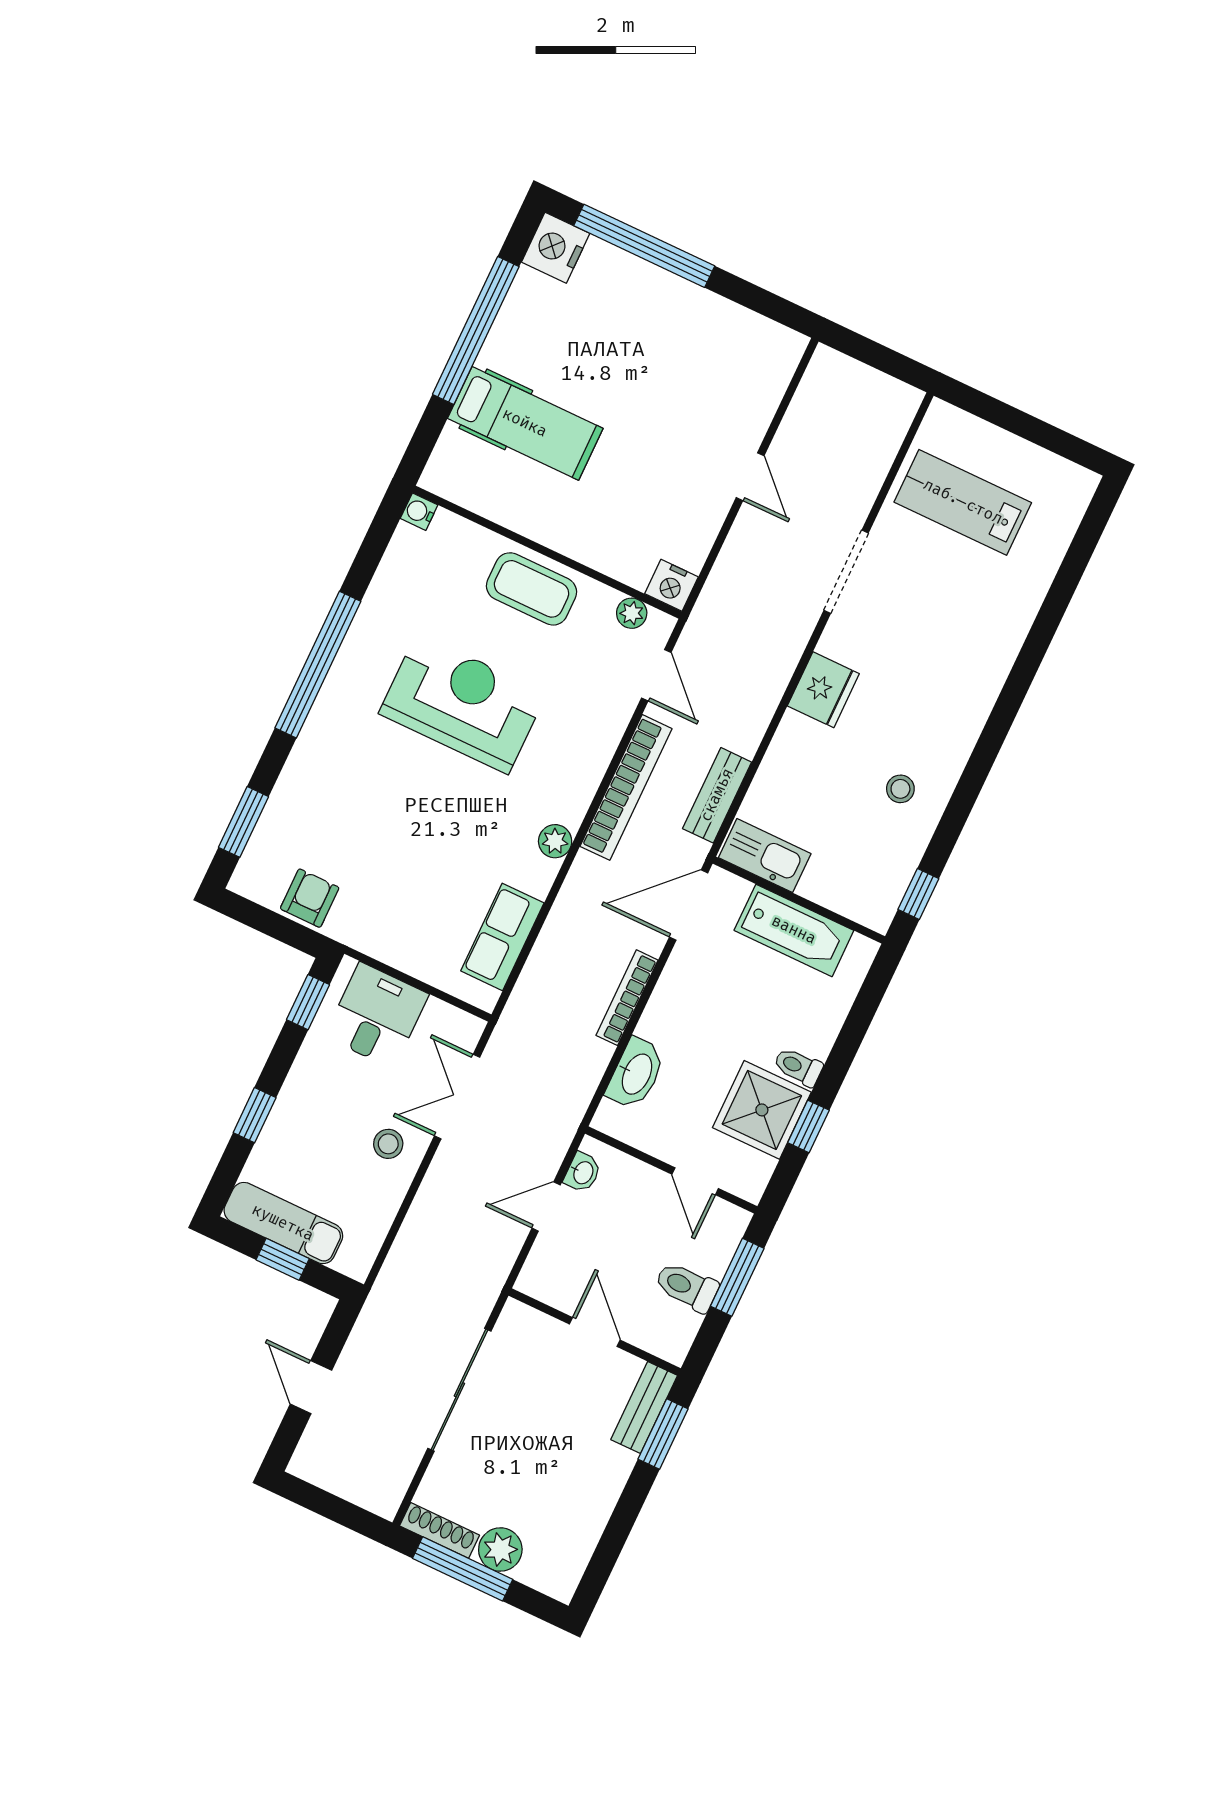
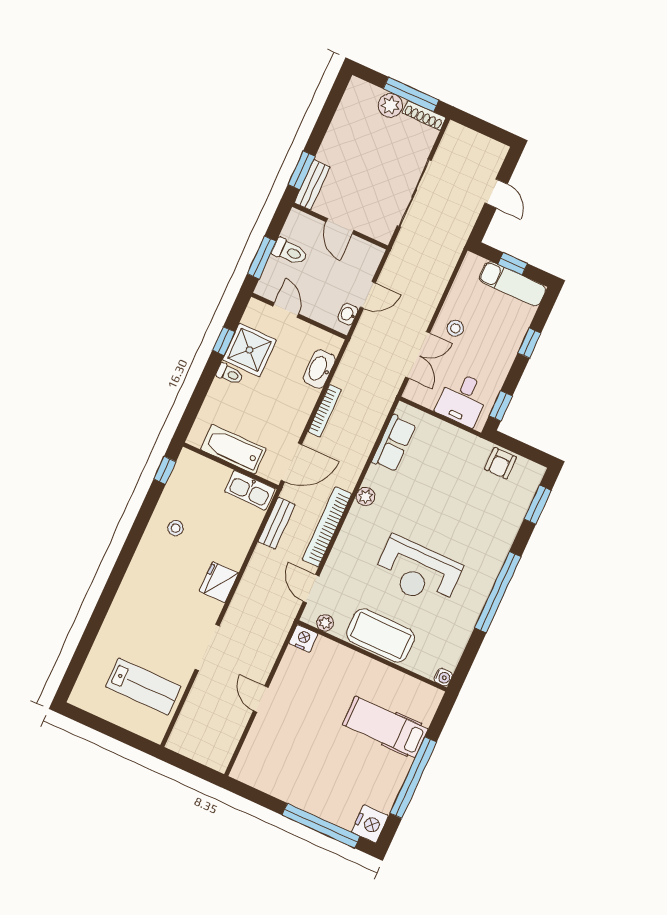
coffee table: (532, 589) -> (381, 636), width x1.36, depth x1.32

